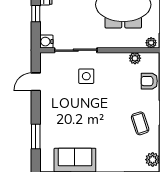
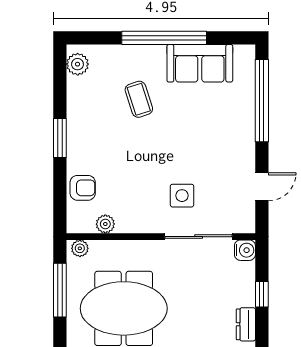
coffee table: (140, 123) -> (139, 99), moved
window: (36, 136) -> (262, 101), width x2.11

